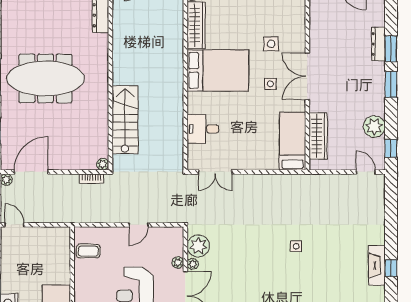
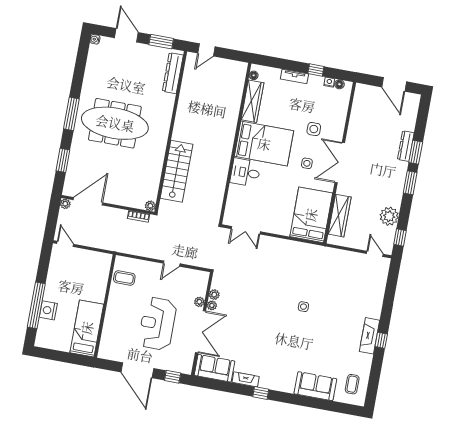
desk: (203, 129) -> (245, 172), moved
bed: (293, 141) -> (311, 215), width x1.50
plant: (198, 246) -> (214, 295), width x0.53, depth x0.53

